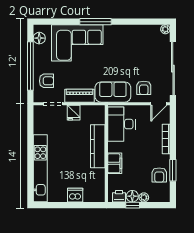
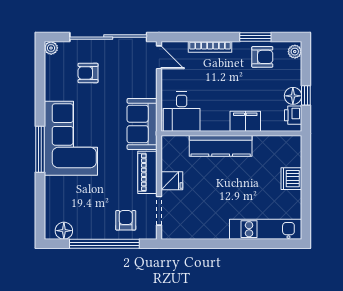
corner sofa: (77, 43) -> (71, 138), moved
armchair: (144, 88) -> (88, 73), moved, turned 180
desk: (121, 124) -> (182, 112), width x0.73
kitchen unit: (40, 168) -> (266, 229), width x0.73
plant: (144, 197) -> (295, 52), moved

